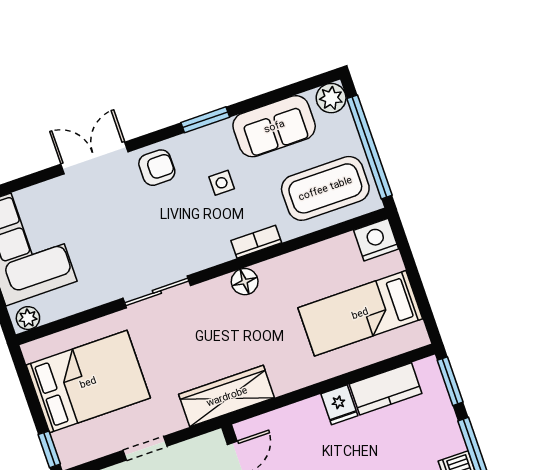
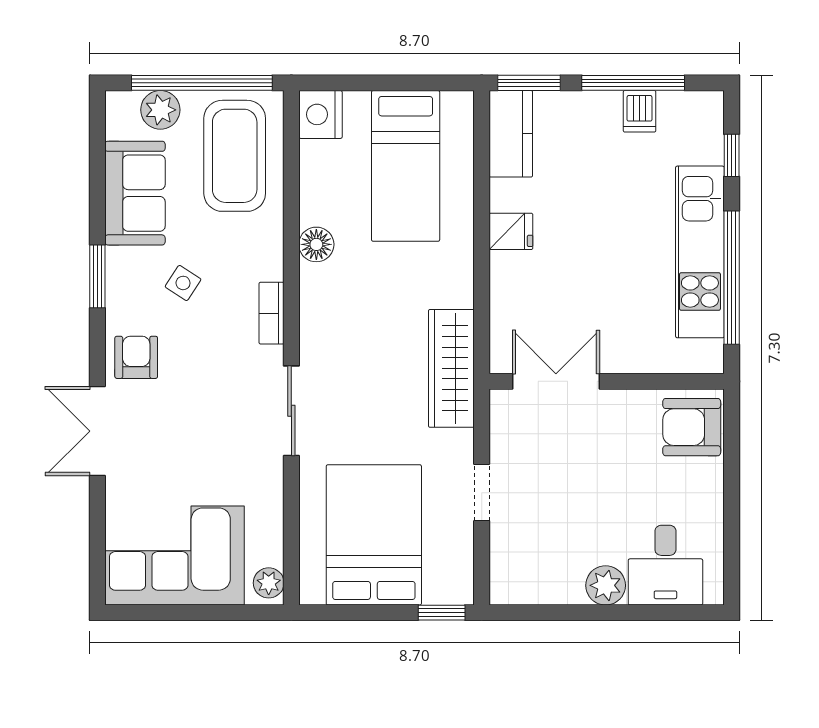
plant: (331, 98) -> (160, 110), moved
side table: (222, 183) -> (183, 283), turned 33
bookcase: (256, 242) -> (272, 313), moved
floor lamp: (245, 282) -> (316, 244), moved
kitchen counter: (386, 389) -> (511, 134), moved

